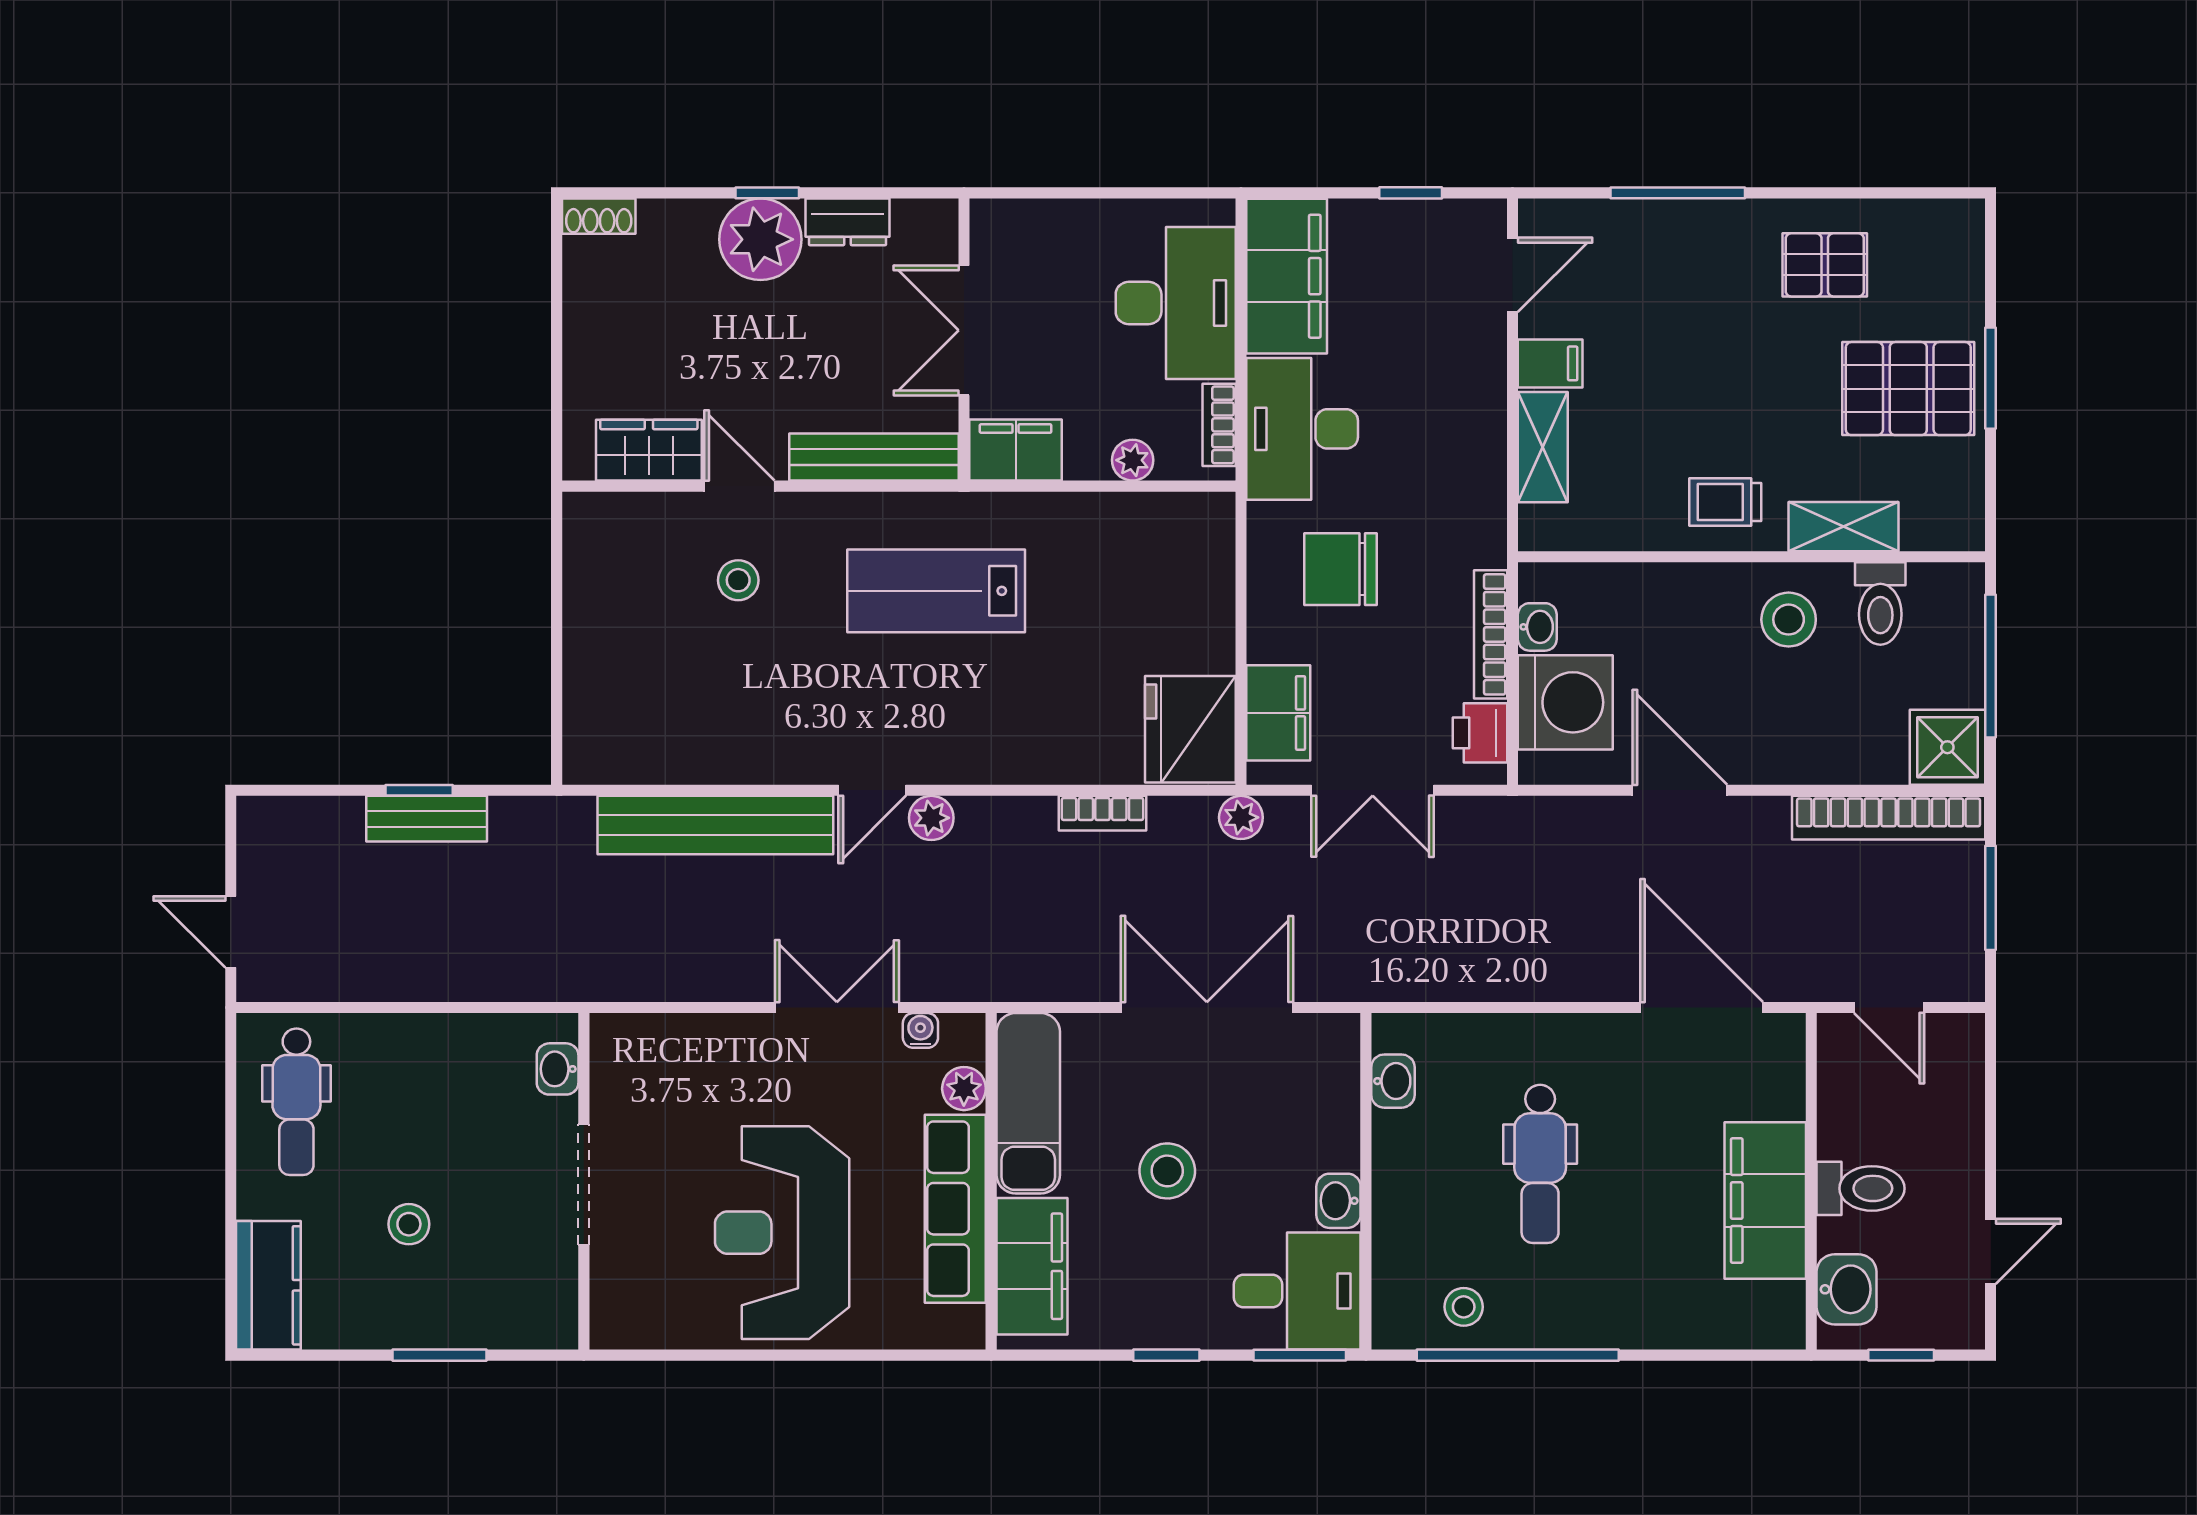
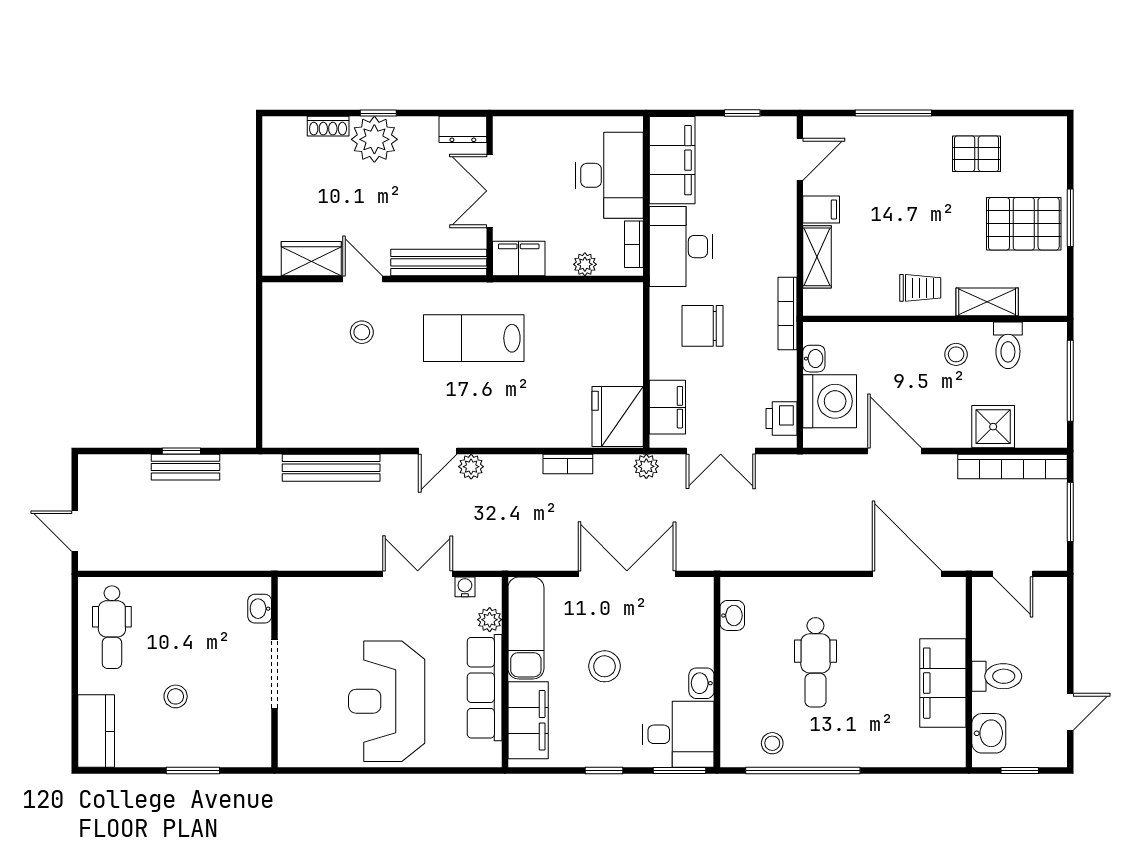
shoe rack: (599, 216) -> (328, 126), moved
dresser: (848, 222) -> (463, 129), moved
trolley: (1725, 502) -> (920, 288), turned 180
stool: (1789, 620) -> (956, 354), width x0.73, depth x0.73
bookcase: (1491, 634) -> (788, 313), moved
shower: (1947, 747) -> (993, 427), moved
bench: (715, 825) -> (331, 468), width x0.73, depth x0.82

